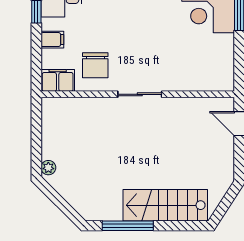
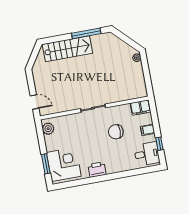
chair: (95, 65) -> (116, 132), moved, turned -90
plant: (224, 73) -> (48, 129), added

